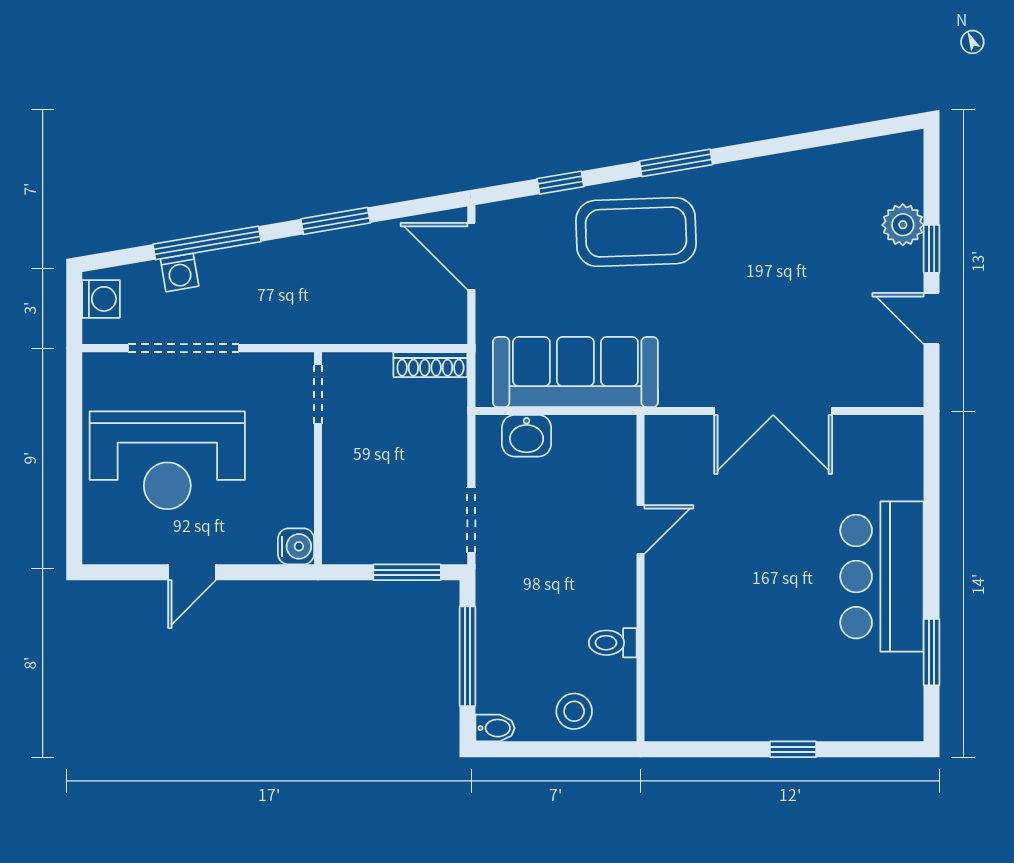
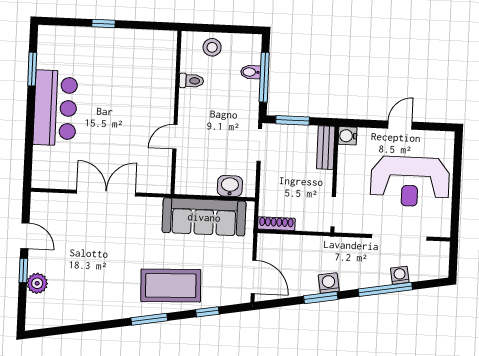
washing machine: (101, 299) -> (329, 283), moved, turned 80
reception desk: (167, 460) -> (410, 182), turned 180
bench: (339, 521) -> (326, 148), added
bidet: (495, 728) -> (251, 72), moved

